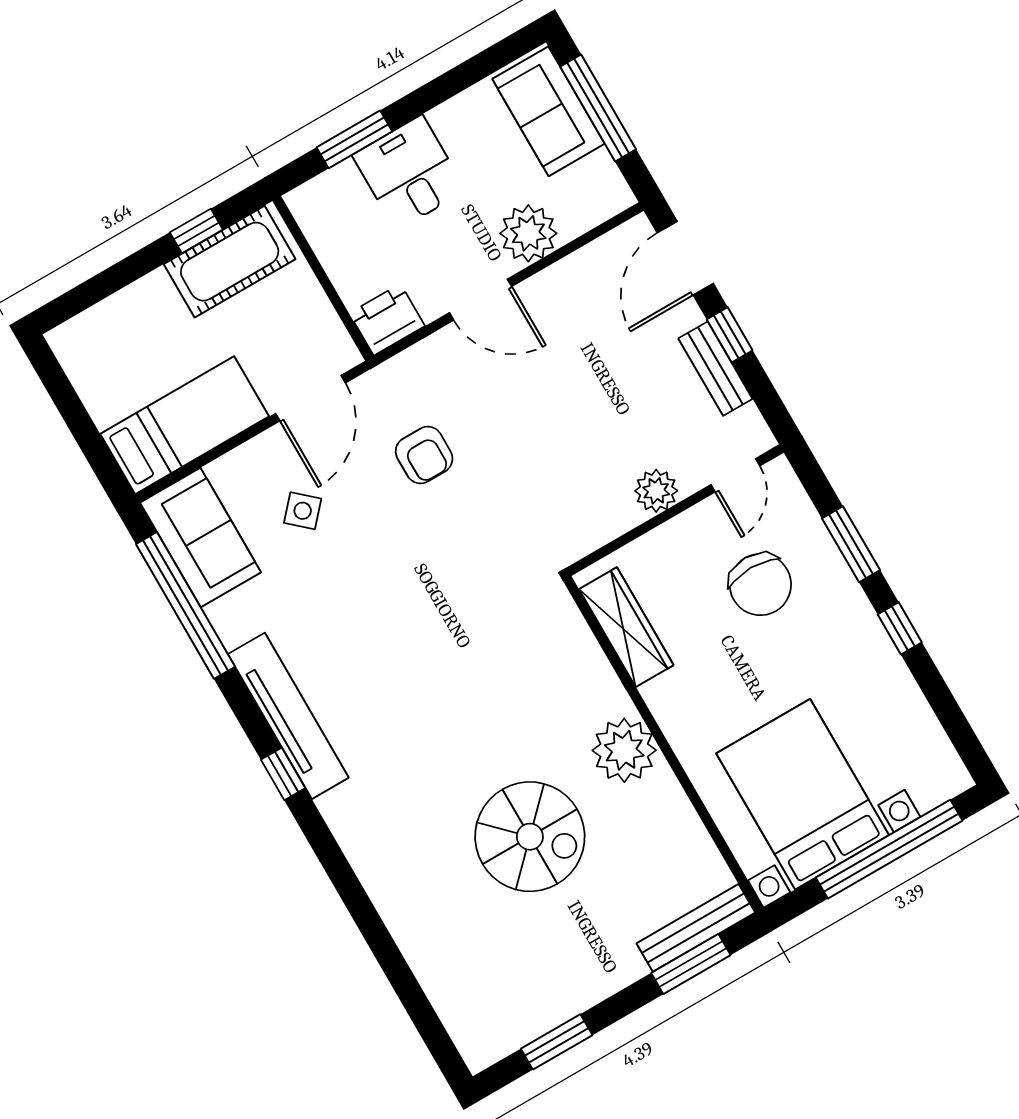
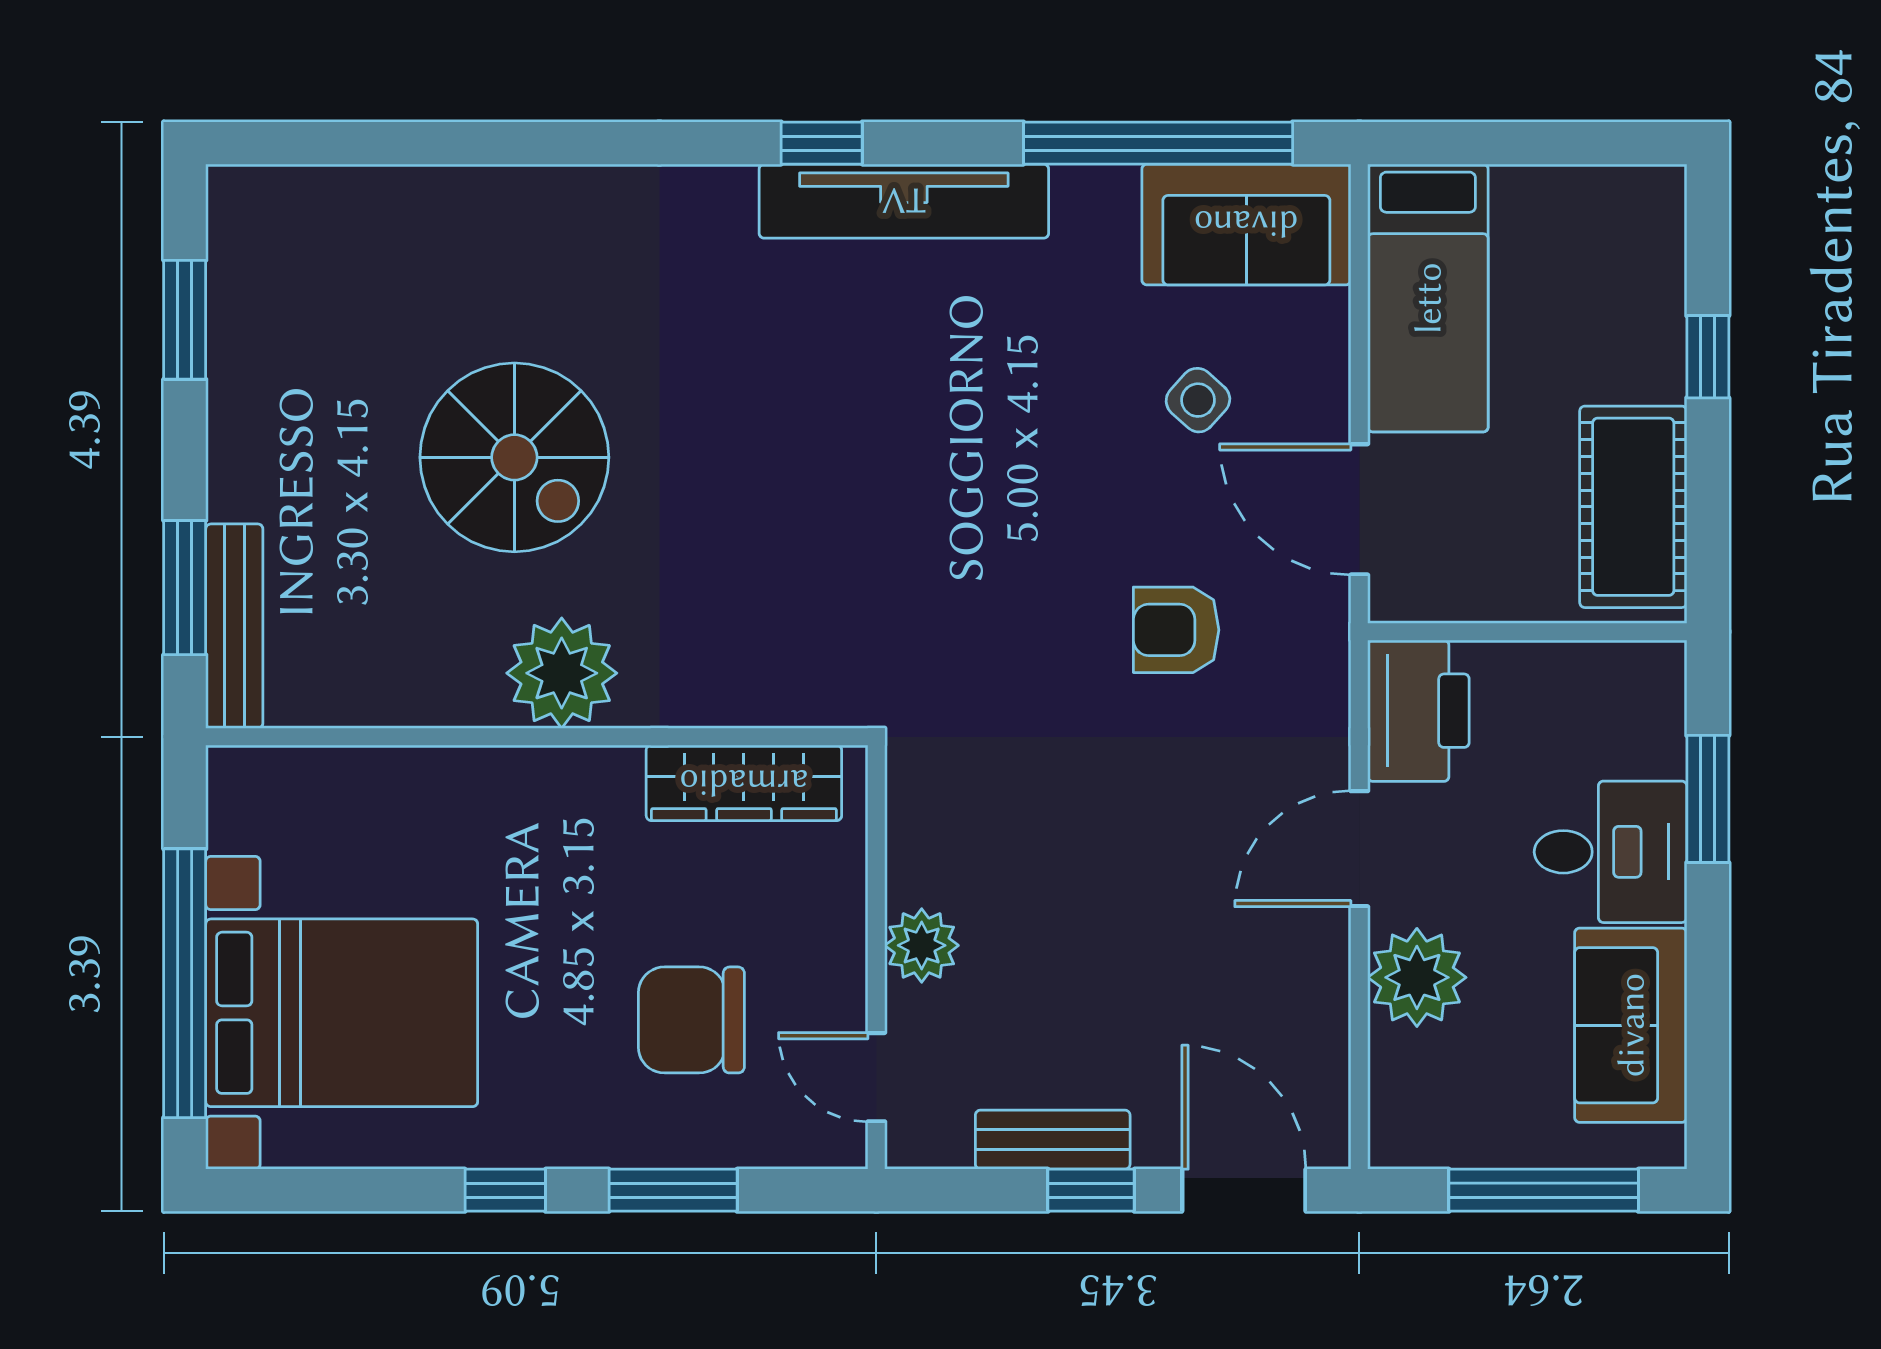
sofa: (548, 111) -> (1631, 1025), moved, turned -90
window: (196, 231) -> (1708, 357), moved
printer: (387, 320) -> (1418, 711), width x1.37, depth x1.19
bed with nightstands: (803, 794) -> (342, 1013), moved
spiral stairs: (530, 837) -> (514, 457), turned -90

